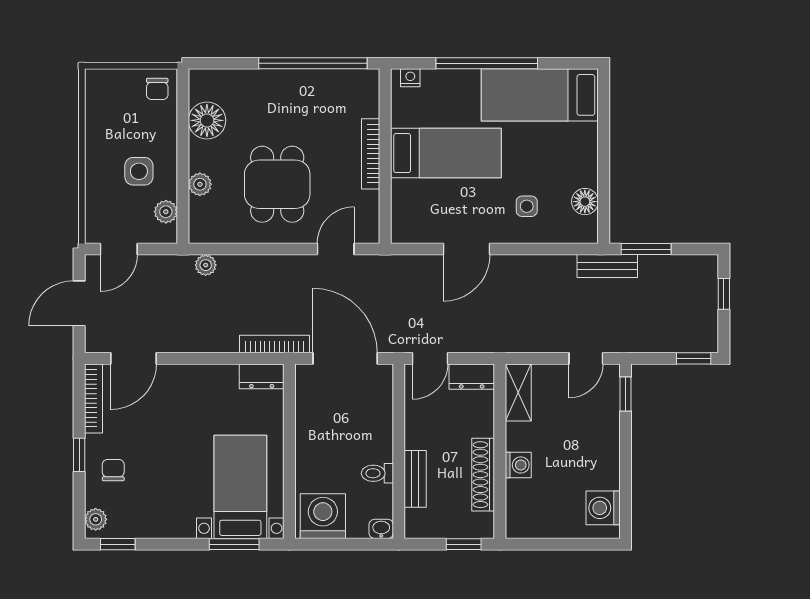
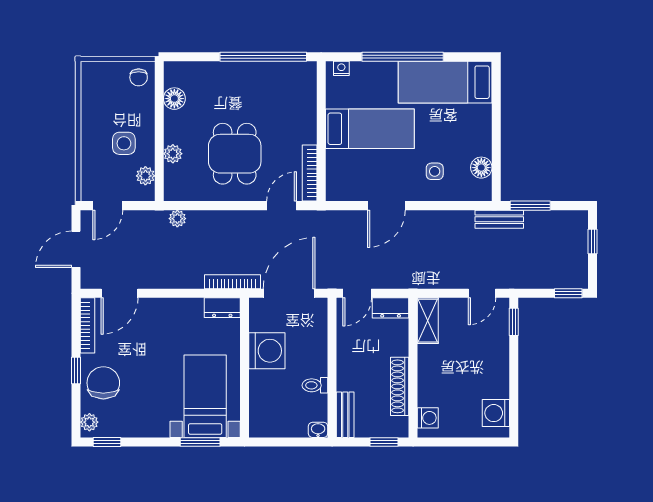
floor lamp: (207, 120) -> (174, 99), width x0.73, depth x0.73
bookcase: (371, 154) -> (310, 173), moved
door: (345, 358) -> (289, 293), hinge flipped
washing machine: (518, 465) -> (428, 418), moved
chair: (113, 470) -> (103, 383), width x1.87, depth x1.87
bench: (415, 479) -> (345, 415), moved
washing machine: (323, 516) -> (267, 351), moved, turned 90

